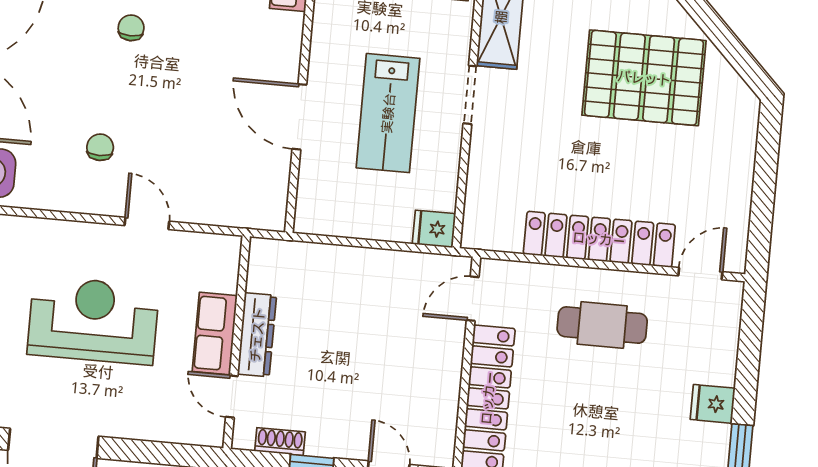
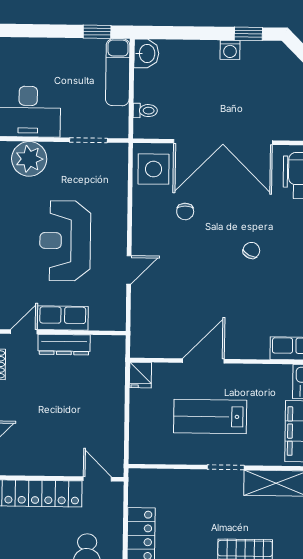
chair: (131, 28) -> (251, 250), turned -63
chair: (100, 147) -> (185, 212), moved, turned 90
fridge: (434, 229) -> (140, 375), moved, turned 180
reception desk: (93, 320) -> (65, 241), turned 180

